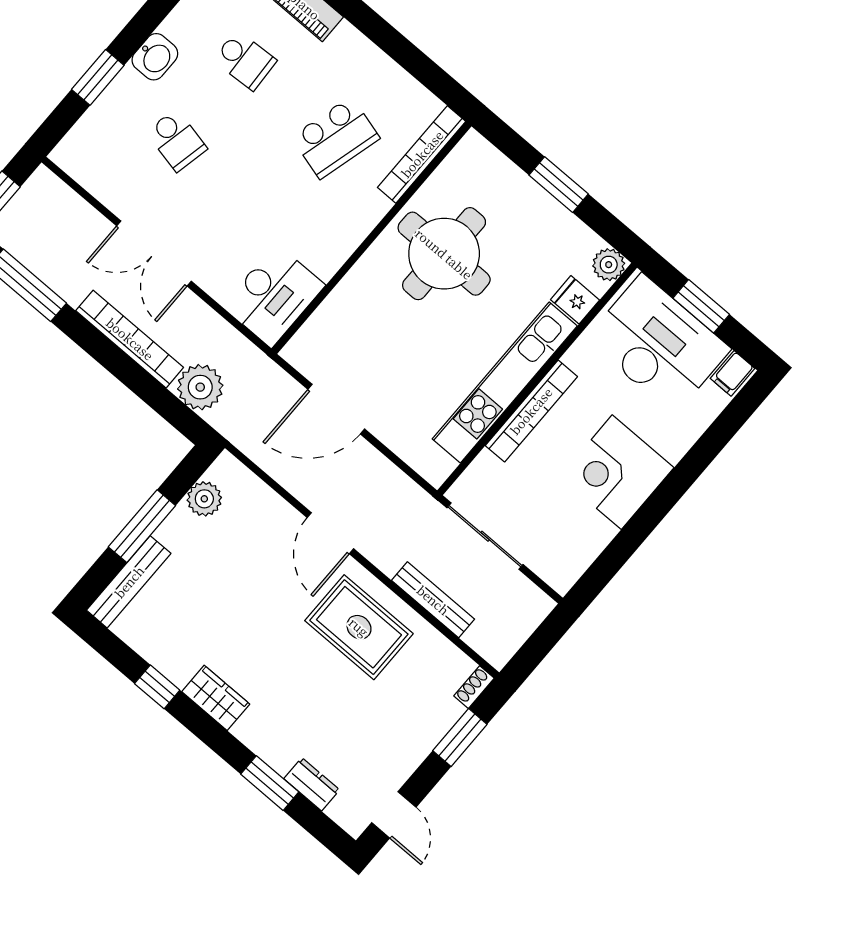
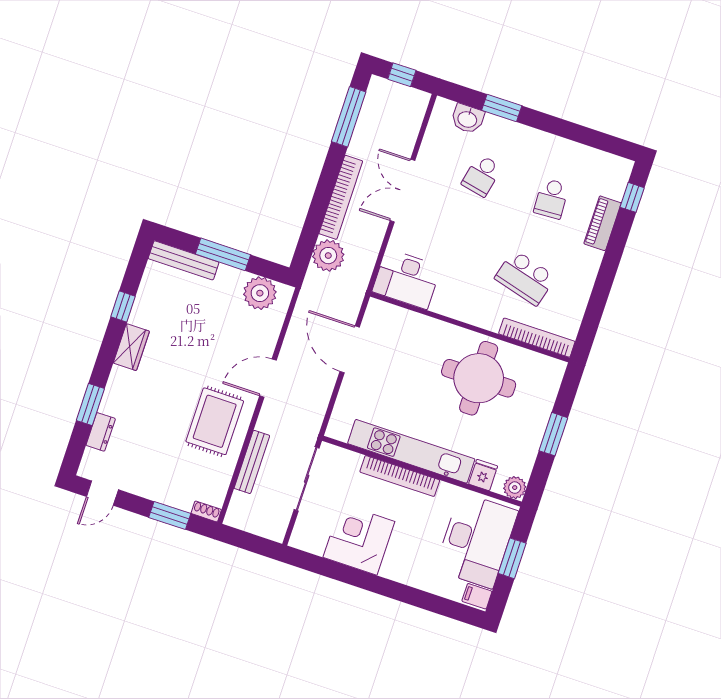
washbasin: (155, 57) -> (468, 119), moved
corner desk: (617, 472) -> (359, 539), moved
plant: (204, 499) -> (260, 293), width x1.36, depth x1.36

